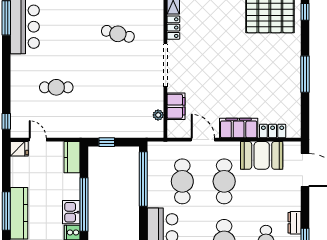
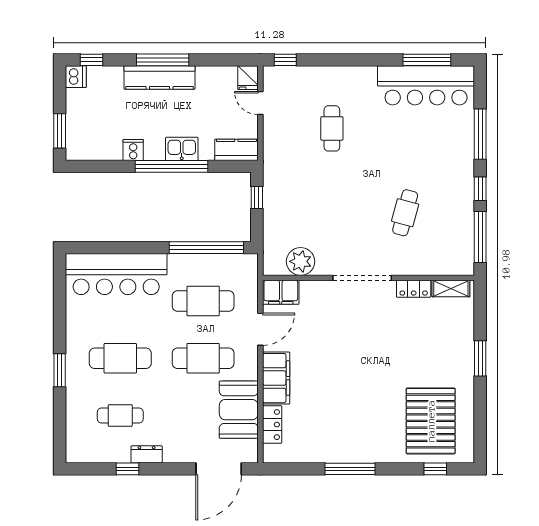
filing cabinet: (176, 106) -> (281, 292), moved
plant: (158, 115) -> (301, 261), width x1.88, depth x1.88
door: (38, 140) -> (260, 103), swing flipped
kitchen sink: (71, 212) -> (182, 149), moved

